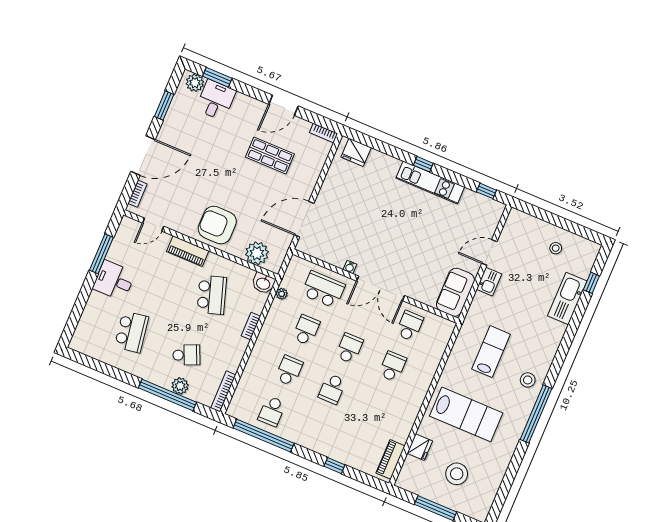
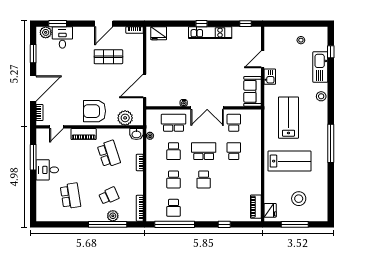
school desk: (306, 330) -> (173, 151), turned 180
school desk: (349, 348) -> (204, 151), width x1.85
lab bench: (491, 352) -> (288, 118), width x1.36, depth x1.39
school desk: (289, 371) -> (173, 179), turned 180
stool: (528, 380) -> (321, 96), moved
fridge: (420, 447) -> (270, 210), moved

